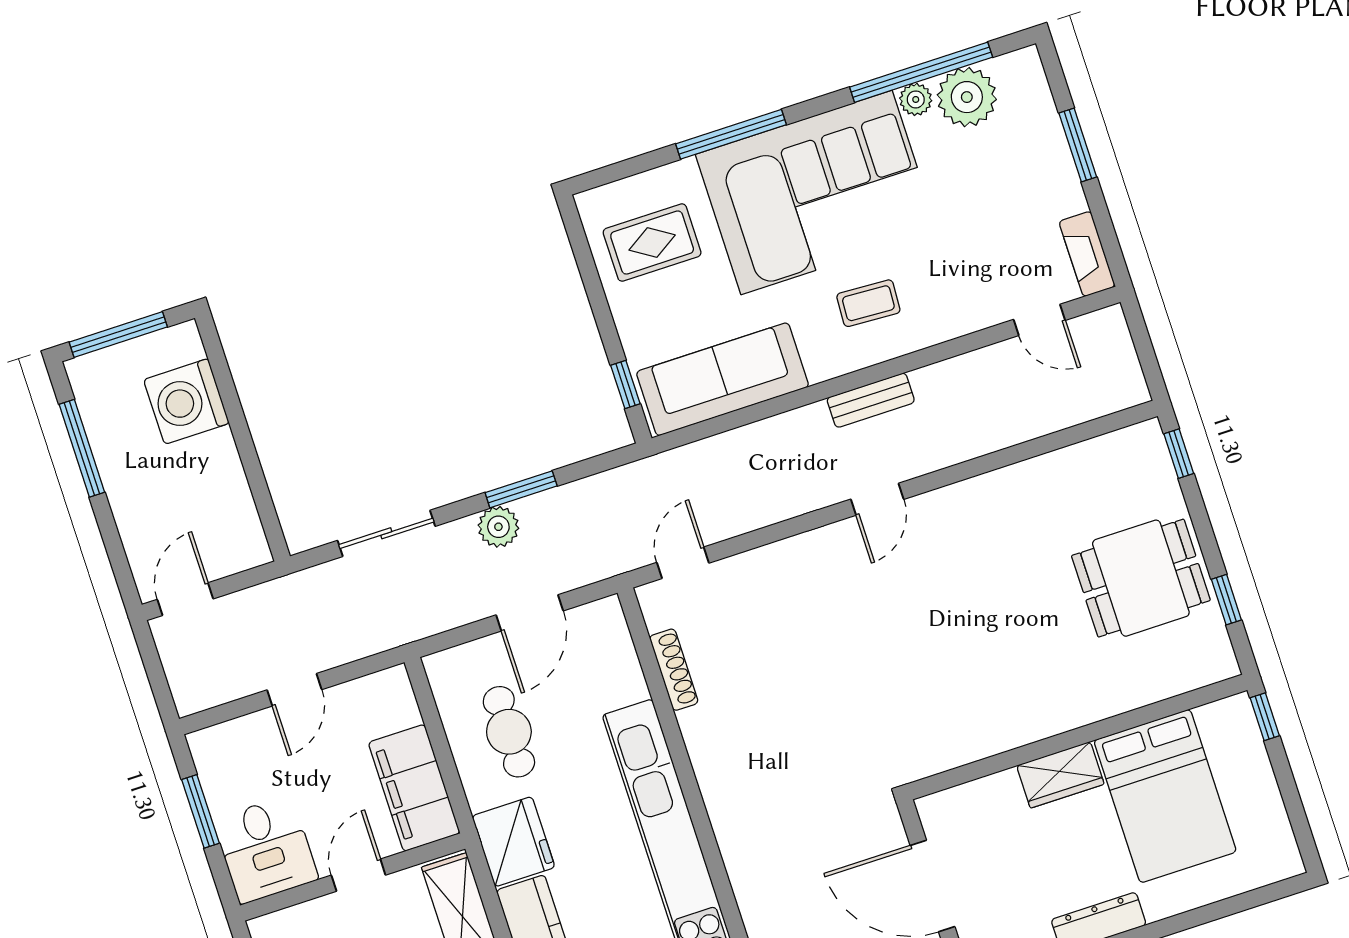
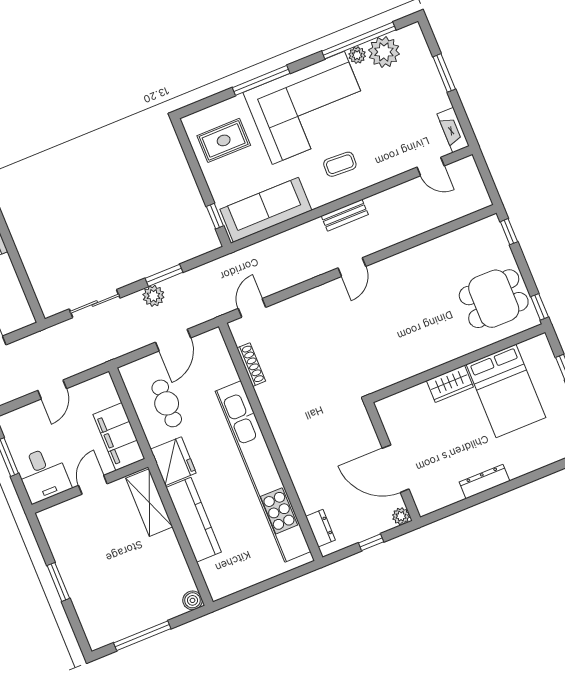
wall: (1078, 737) -> (458, 363), moved
wardrobe: (1060, 775) -> (450, 384), moved
bed: (1165, 796) -> (506, 391), moved

